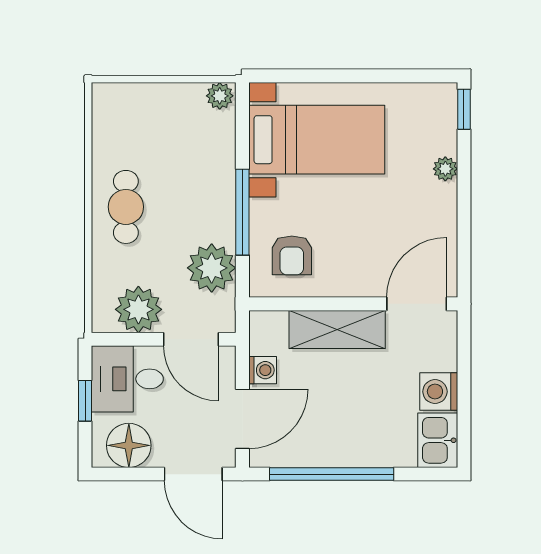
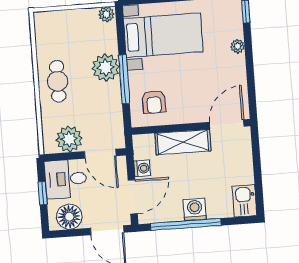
plant: (212, 268) -> (106, 68), moved
washing machine: (439, 392) -> (195, 209), moved, turned 90

